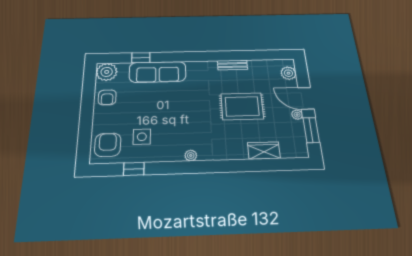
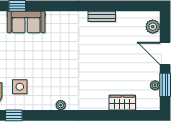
sofa: (158, 72) -> (26, 22), width x0.73
rug: (242, 106) -> (107, 60), removed
plant: (297, 115) -> (155, 85), moved

